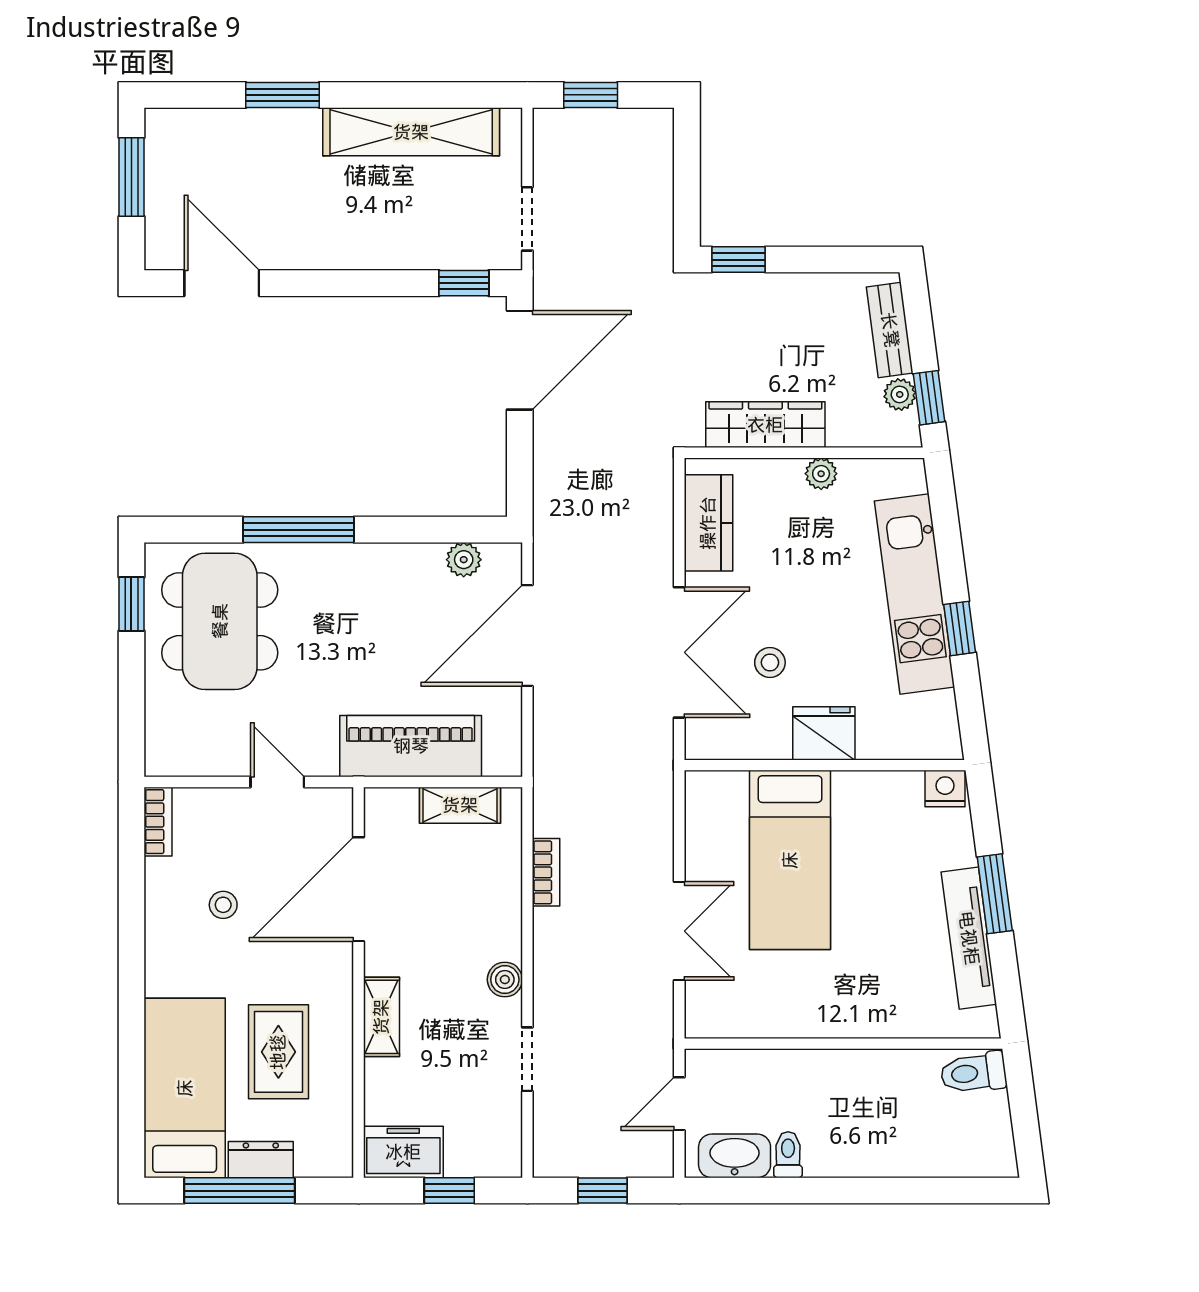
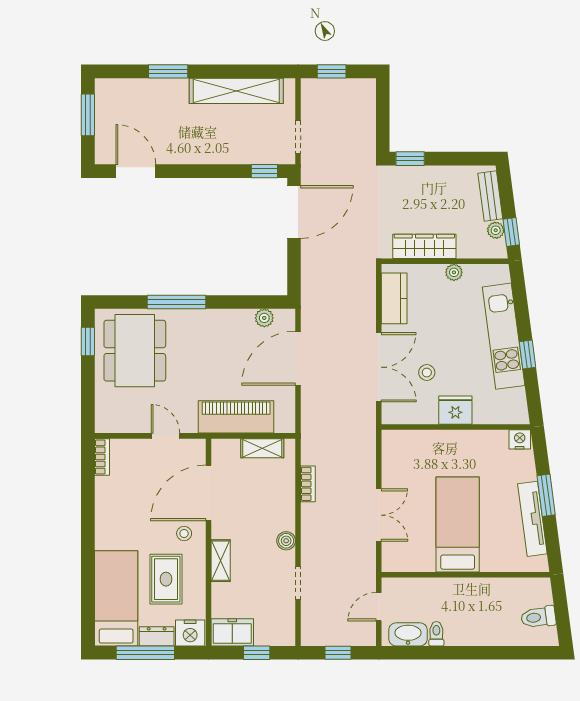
bed: (790, 860) -> (458, 524), moved, turned 180
stool: (223, 905) -> (184, 533), moved
toilet: (973, 1073) -> (538, 617), moved
nightstand: (324, 1153) -> (190, 633), added

